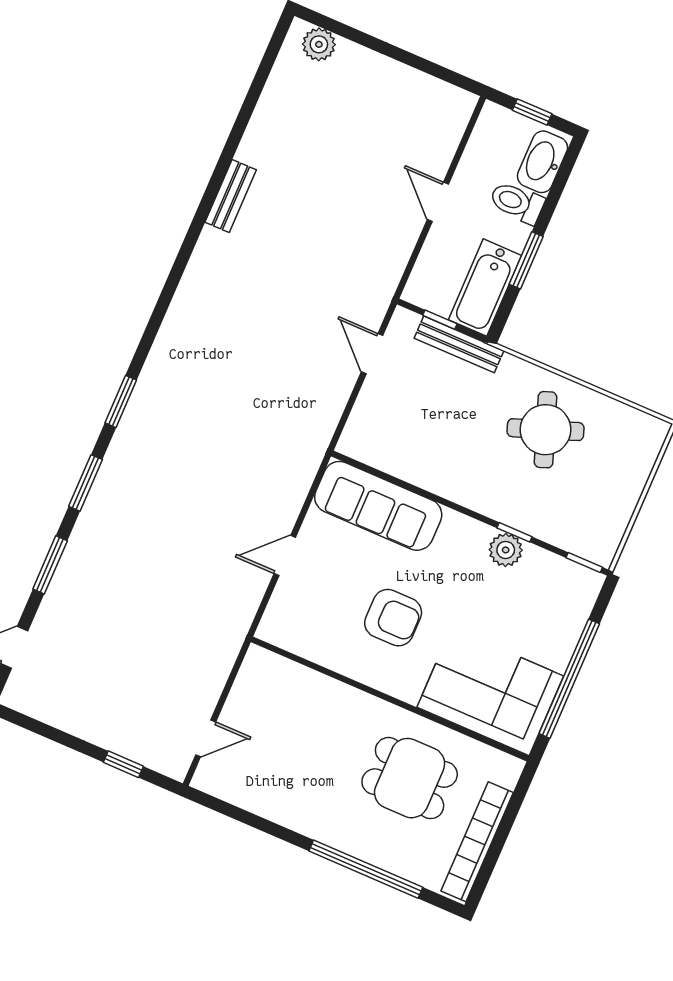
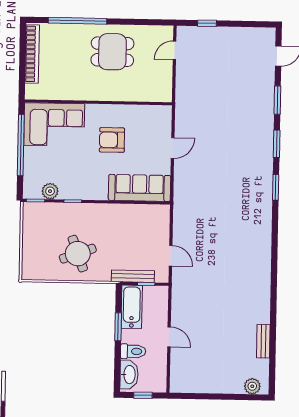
bench: (231, 196) -> (263, 341), moved
plant: (506, 550) -> (50, 191), moved
dining table: (410, 778) -> (112, 52), moved

